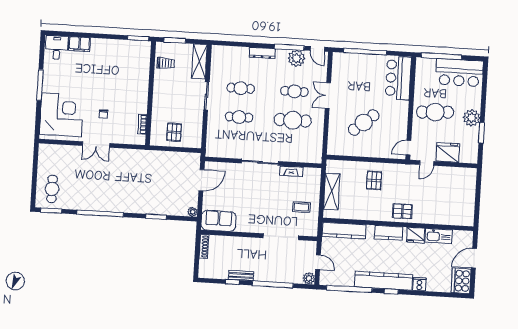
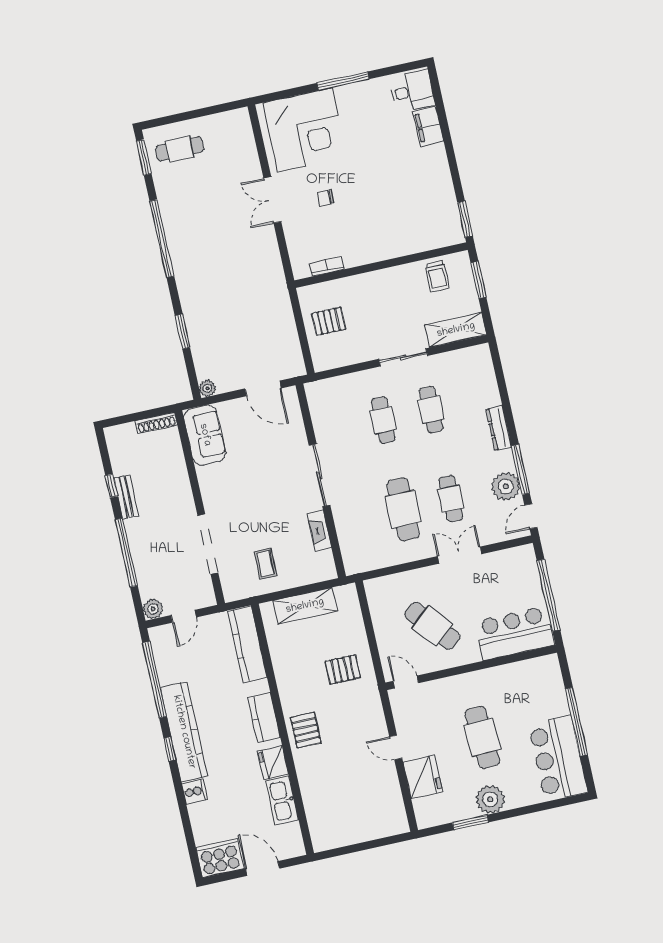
bar counter: (398, 78) -> (515, 633), moved
wall: (411, 108) -> (471, 668), moved
door: (408, 148) -> (406, 682), moved

